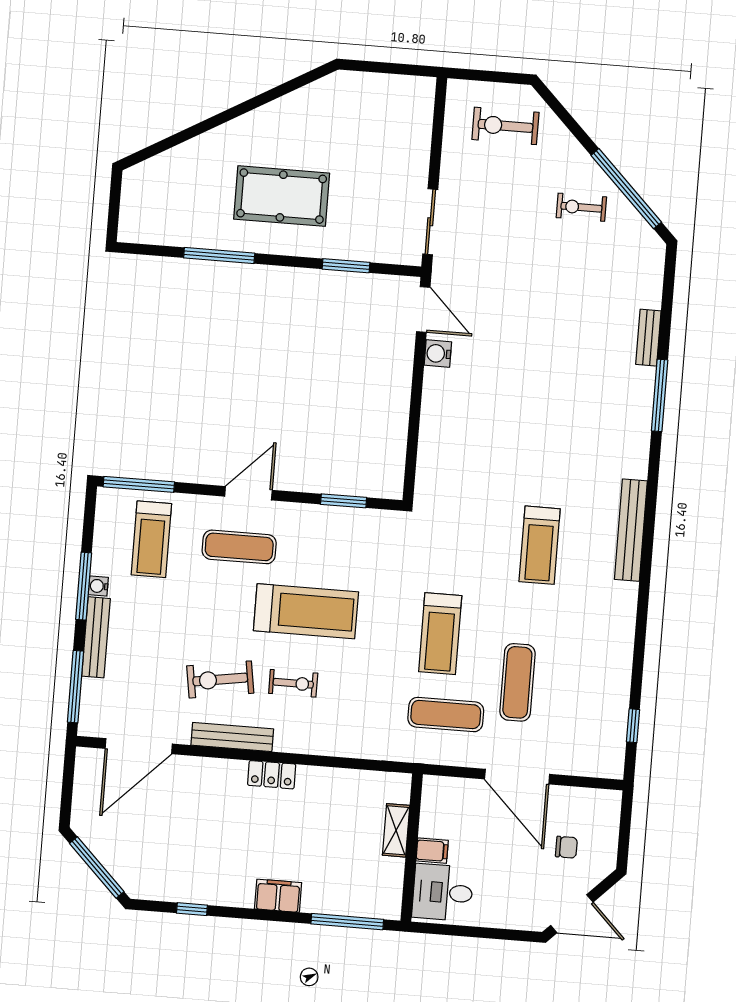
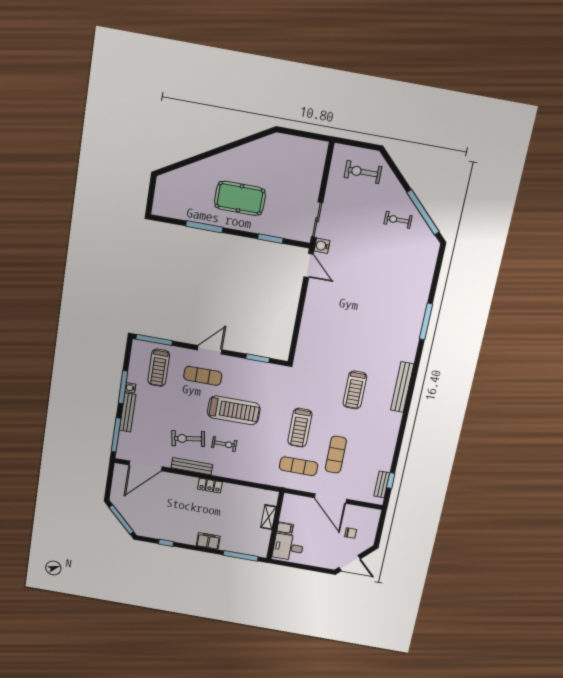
bench: (648, 338) -> (382, 484), moved
water cooler: (438, 354) -> (322, 246), moved

